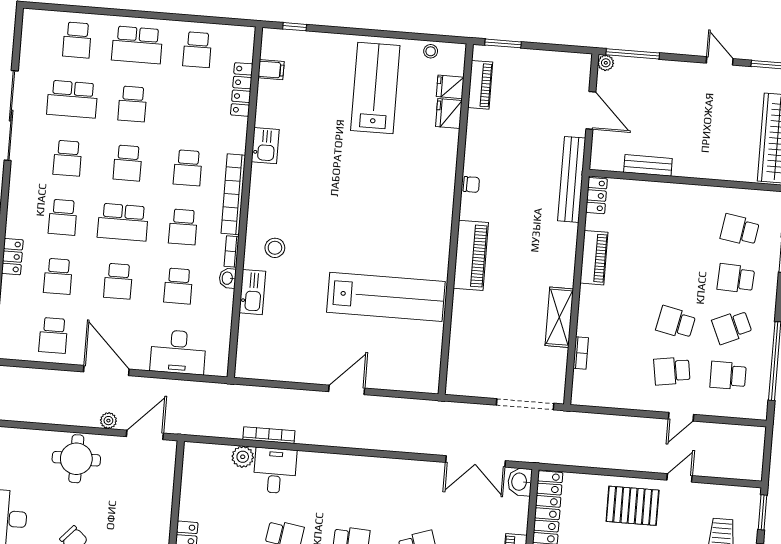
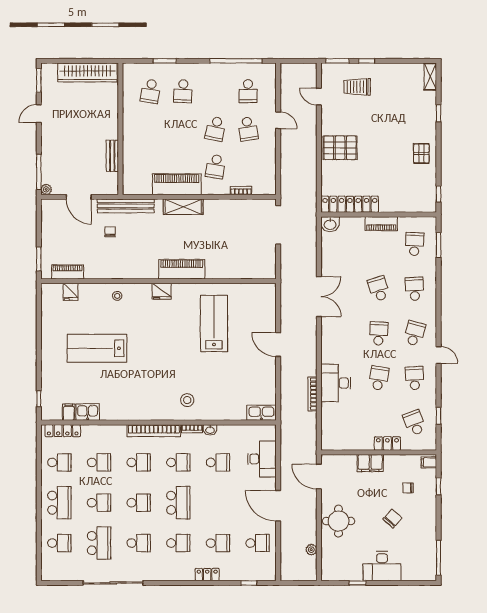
stool: (431, 51) -> (117, 296), moved
lab bench: (375, 88) -> (97, 348), moved
locker: (242, 89) -> (63, 431), moved
door: (591, 110) -> (79, 197), swing flipped
fridge: (449, 114) -> (162, 291), moved
kitchen sink: (265, 146) -> (88, 412), moved
chair: (471, 184) -> (110, 232), moved
locker: (597, 196) -> (135, 188), removed
piano: (594, 258) -> (177, 184), width x1.37, depth x1.33
school desk: (118, 281) -> (99, 462), moved
kitchen sink: (252, 292) -> (261, 413), moved
lab bench: (386, 297) -> (214, 323), width x0.73
shelving: (559, 317) -> (183, 207), moved
school desk: (732, 327) -> (216, 167), moved, turned 33
door: (106, 371) -> (278, 506), hinge flipped
plant: (108, 421) -> (311, 550), moved
plant: (243, 457) -> (328, 410), removed
double door: (475, 461) -> (319, 297), moved
desk: (275, 471) -> (336, 383), width x1.37
door: (680, 478) -> (319, 97), moved
pallet: (633, 506) -> (340, 148), turned 90
filing cabinet: (159, 513) -> (370, 463), added

